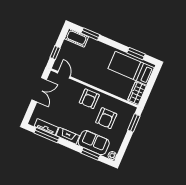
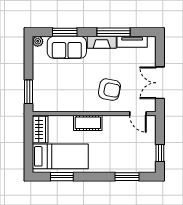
cot: (77, 38) -> (88, 123), moved
window: (55, 53) -> (160, 153), moved
armchair: (89, 99) -> (109, 90), moved, turned 101
armchair: (106, 118) -> (64, 83), removed
window: (47, 135) -> (114, 32), moved

